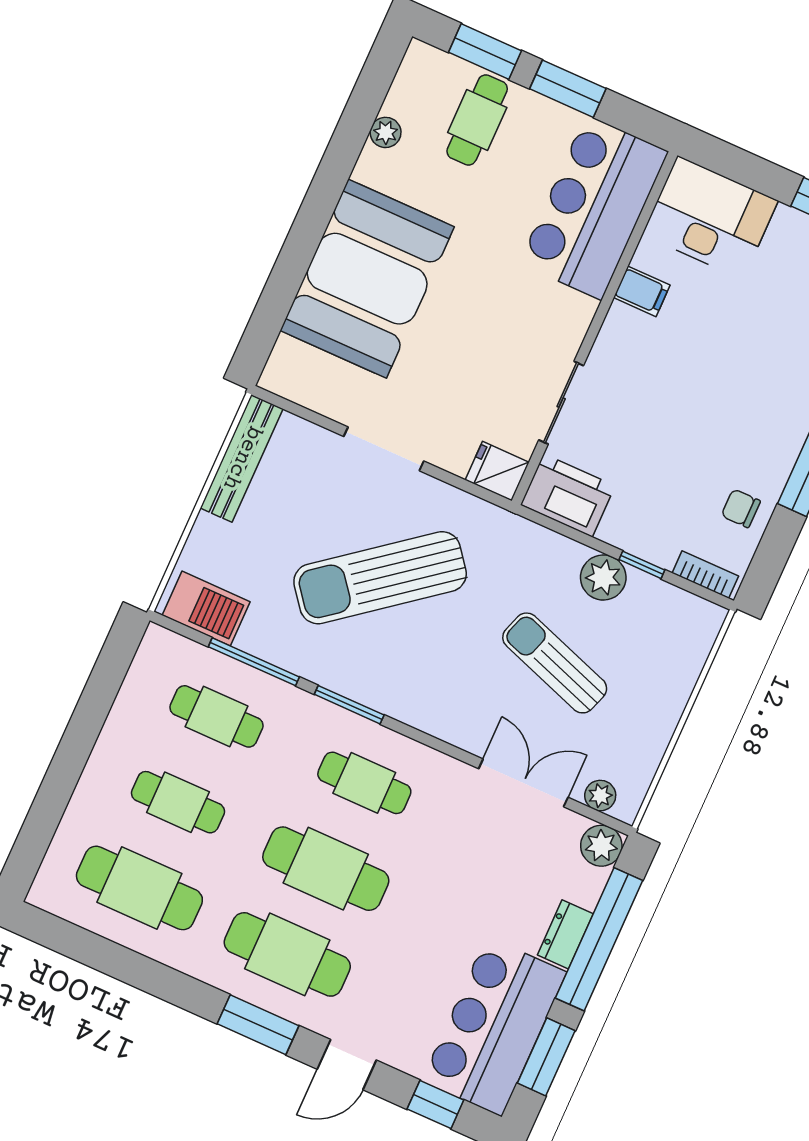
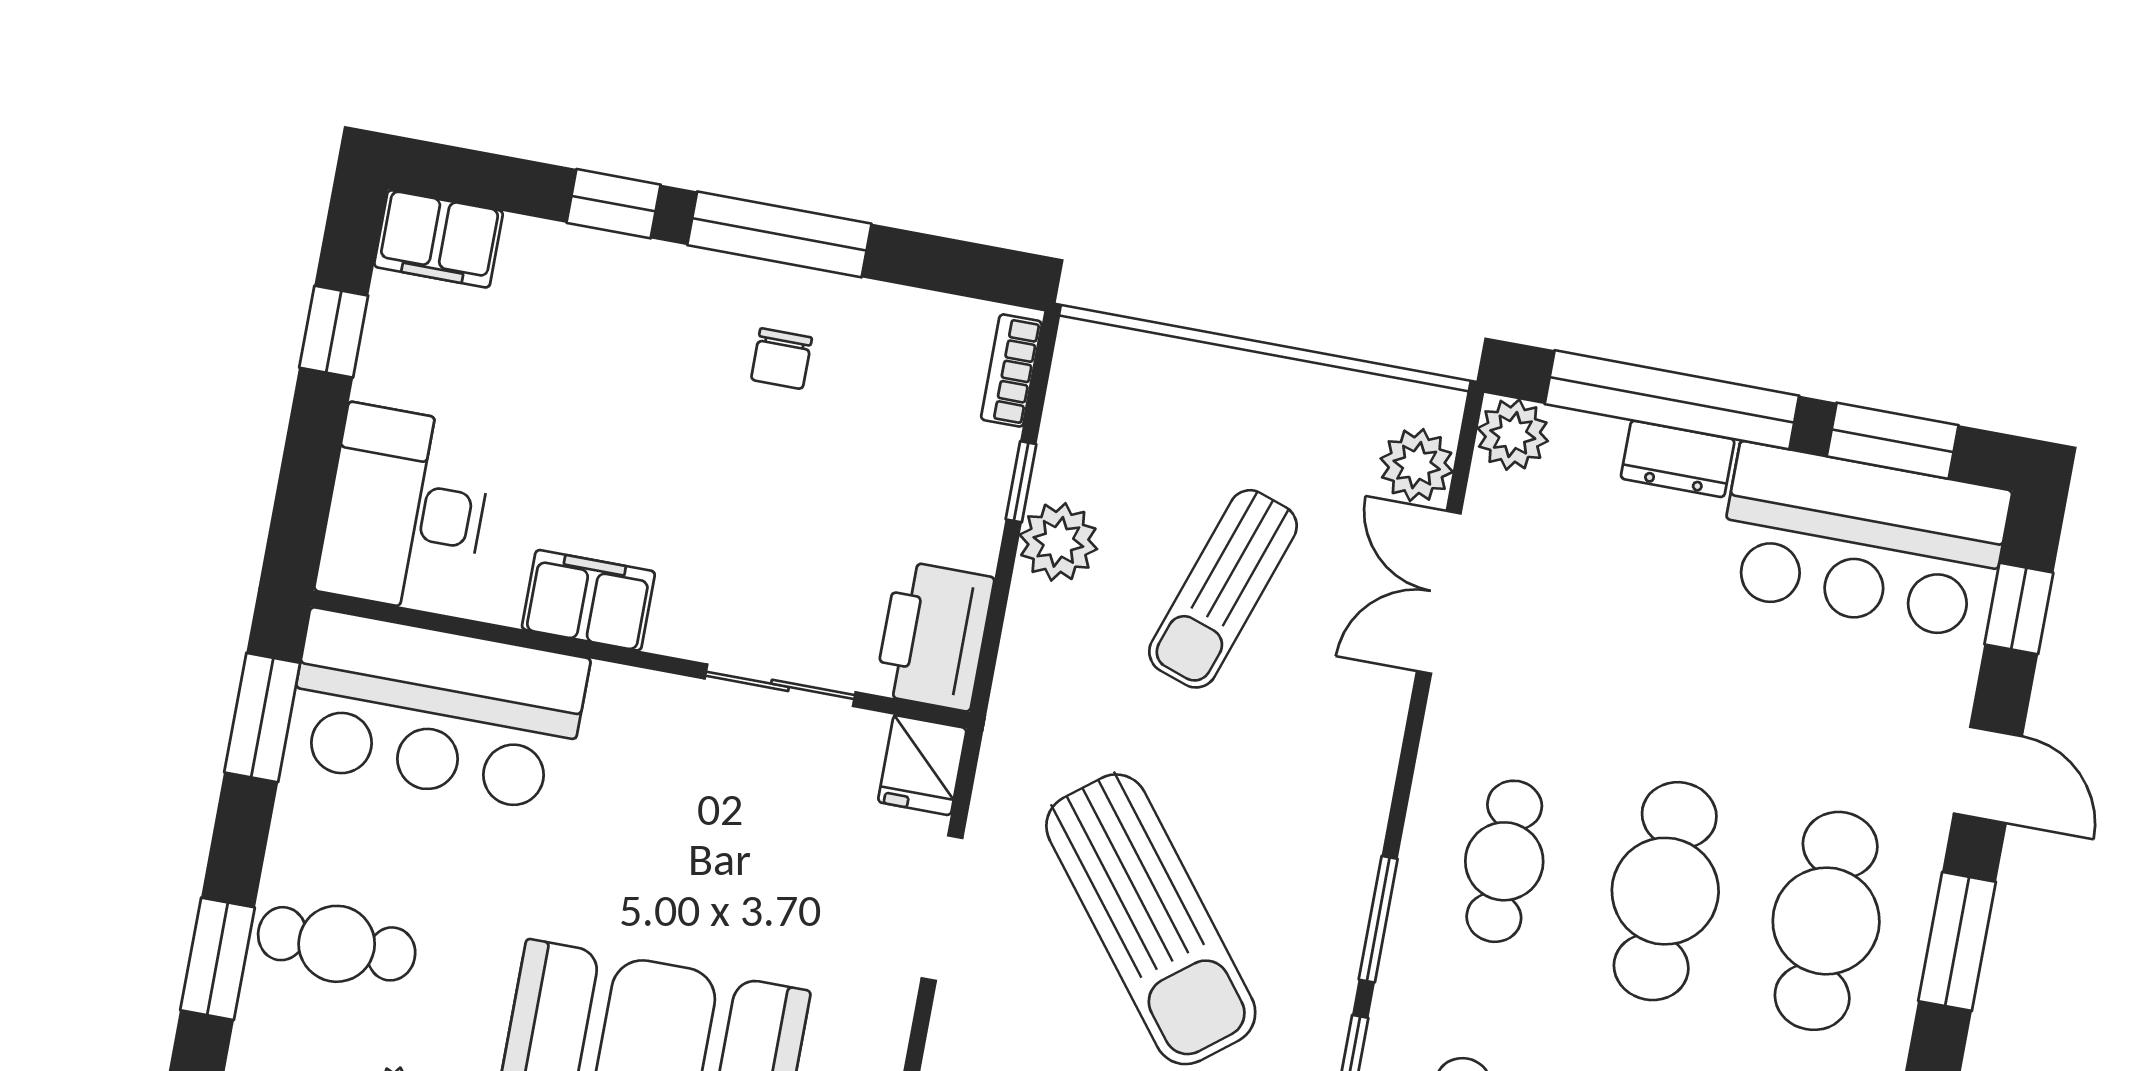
window: (568, 89) -> (262, 718), moved
filing cabinet: (642, 291) -> (588, 600), width x2.00
doorway: (384, 449) -> (942, 908), moved
chair: (741, 508) -> (781, 359), moved
plant: (600, 796) -> (1417, 465), width x1.38, depth x1.38

